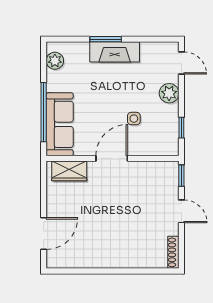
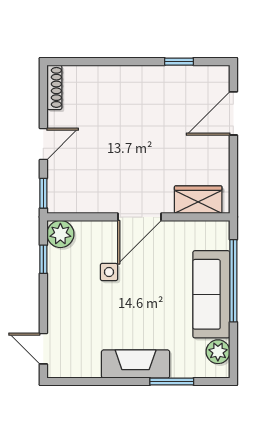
window: (106, 39) -> (172, 382), moved
plant: (169, 93) -> (60, 234), moved
sofa: (60, 124) -> (211, 294), moved
door: (181, 211) -> (43, 144), swing flipped
window: (83, 271) -> (179, 62), added

